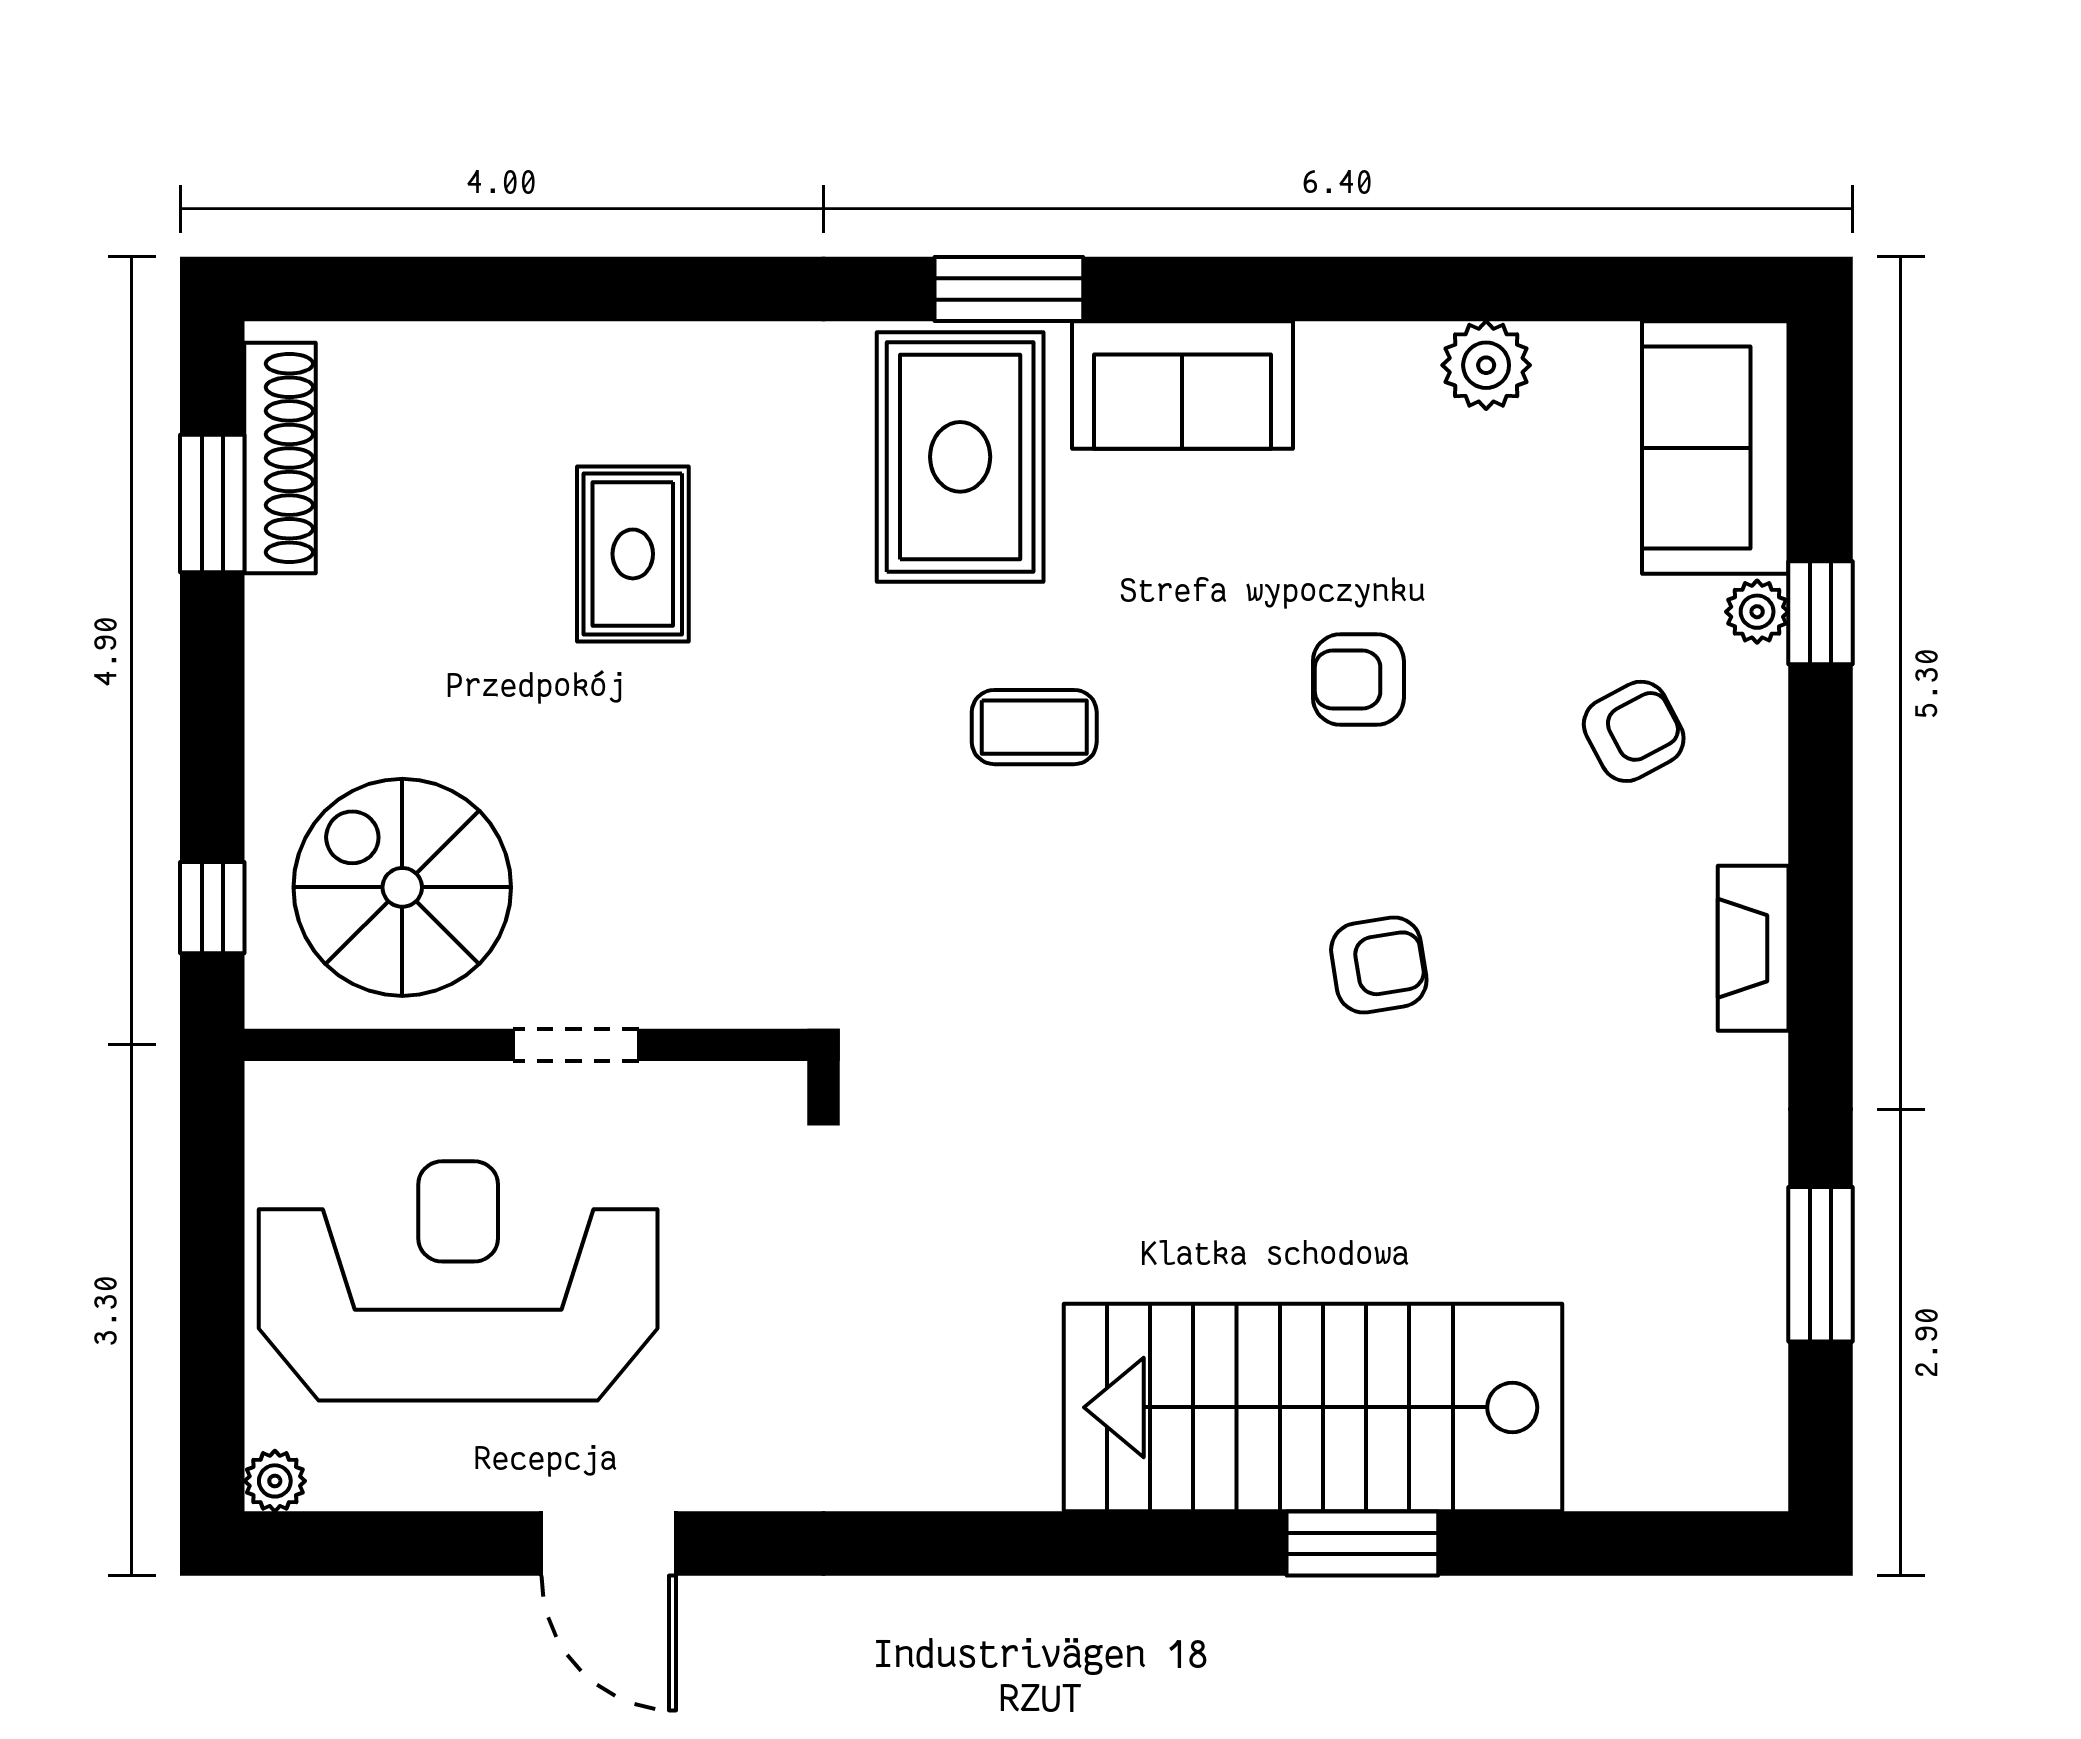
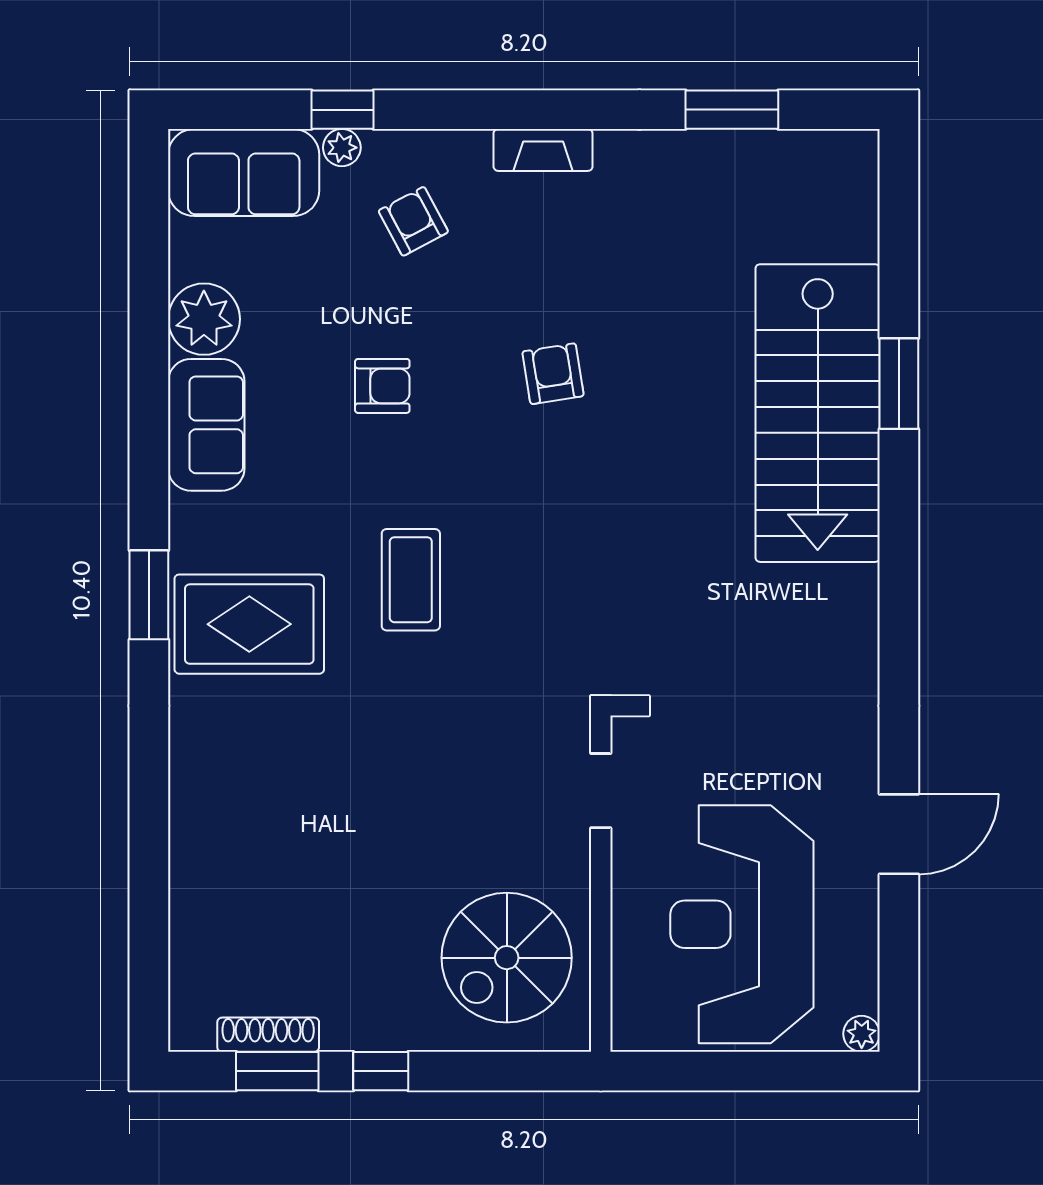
plant: (1486, 365) -> (204, 319), width x1.36, depth x1.36
sofa: (1182, 385) -> (206, 425), moved
shoe rack: (280, 458) -> (268, 1035), width x0.74, depth x0.81
rug: (633, 554) -> (307, 820), removed
armchair: (1358, 679) -> (382, 386), turned -90
coffee table: (1034, 727) -> (411, 580), width x1.36, depth x1.30
window: (212, 908) -> (381, 1071), moved
doorway: (576, 1045) -> (601, 791), moved

